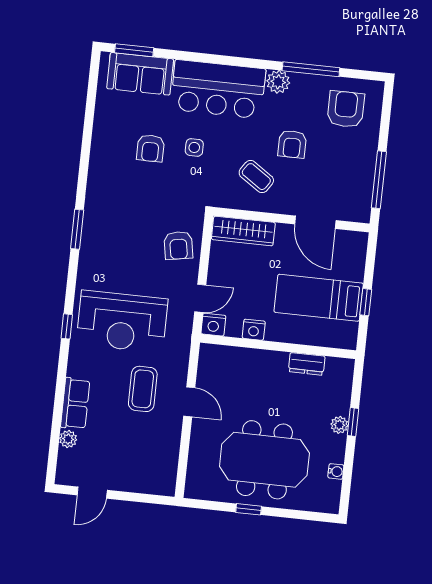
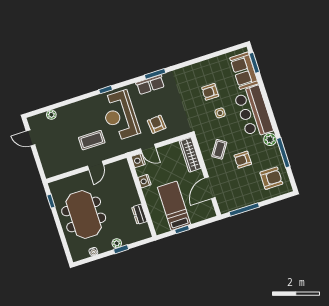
armchair: (178, 245) -> (157, 124), moved, turned 95
row of seats: (75, 403) -> (150, 85), moved
window: (249, 509) -> (51, 201), moved

